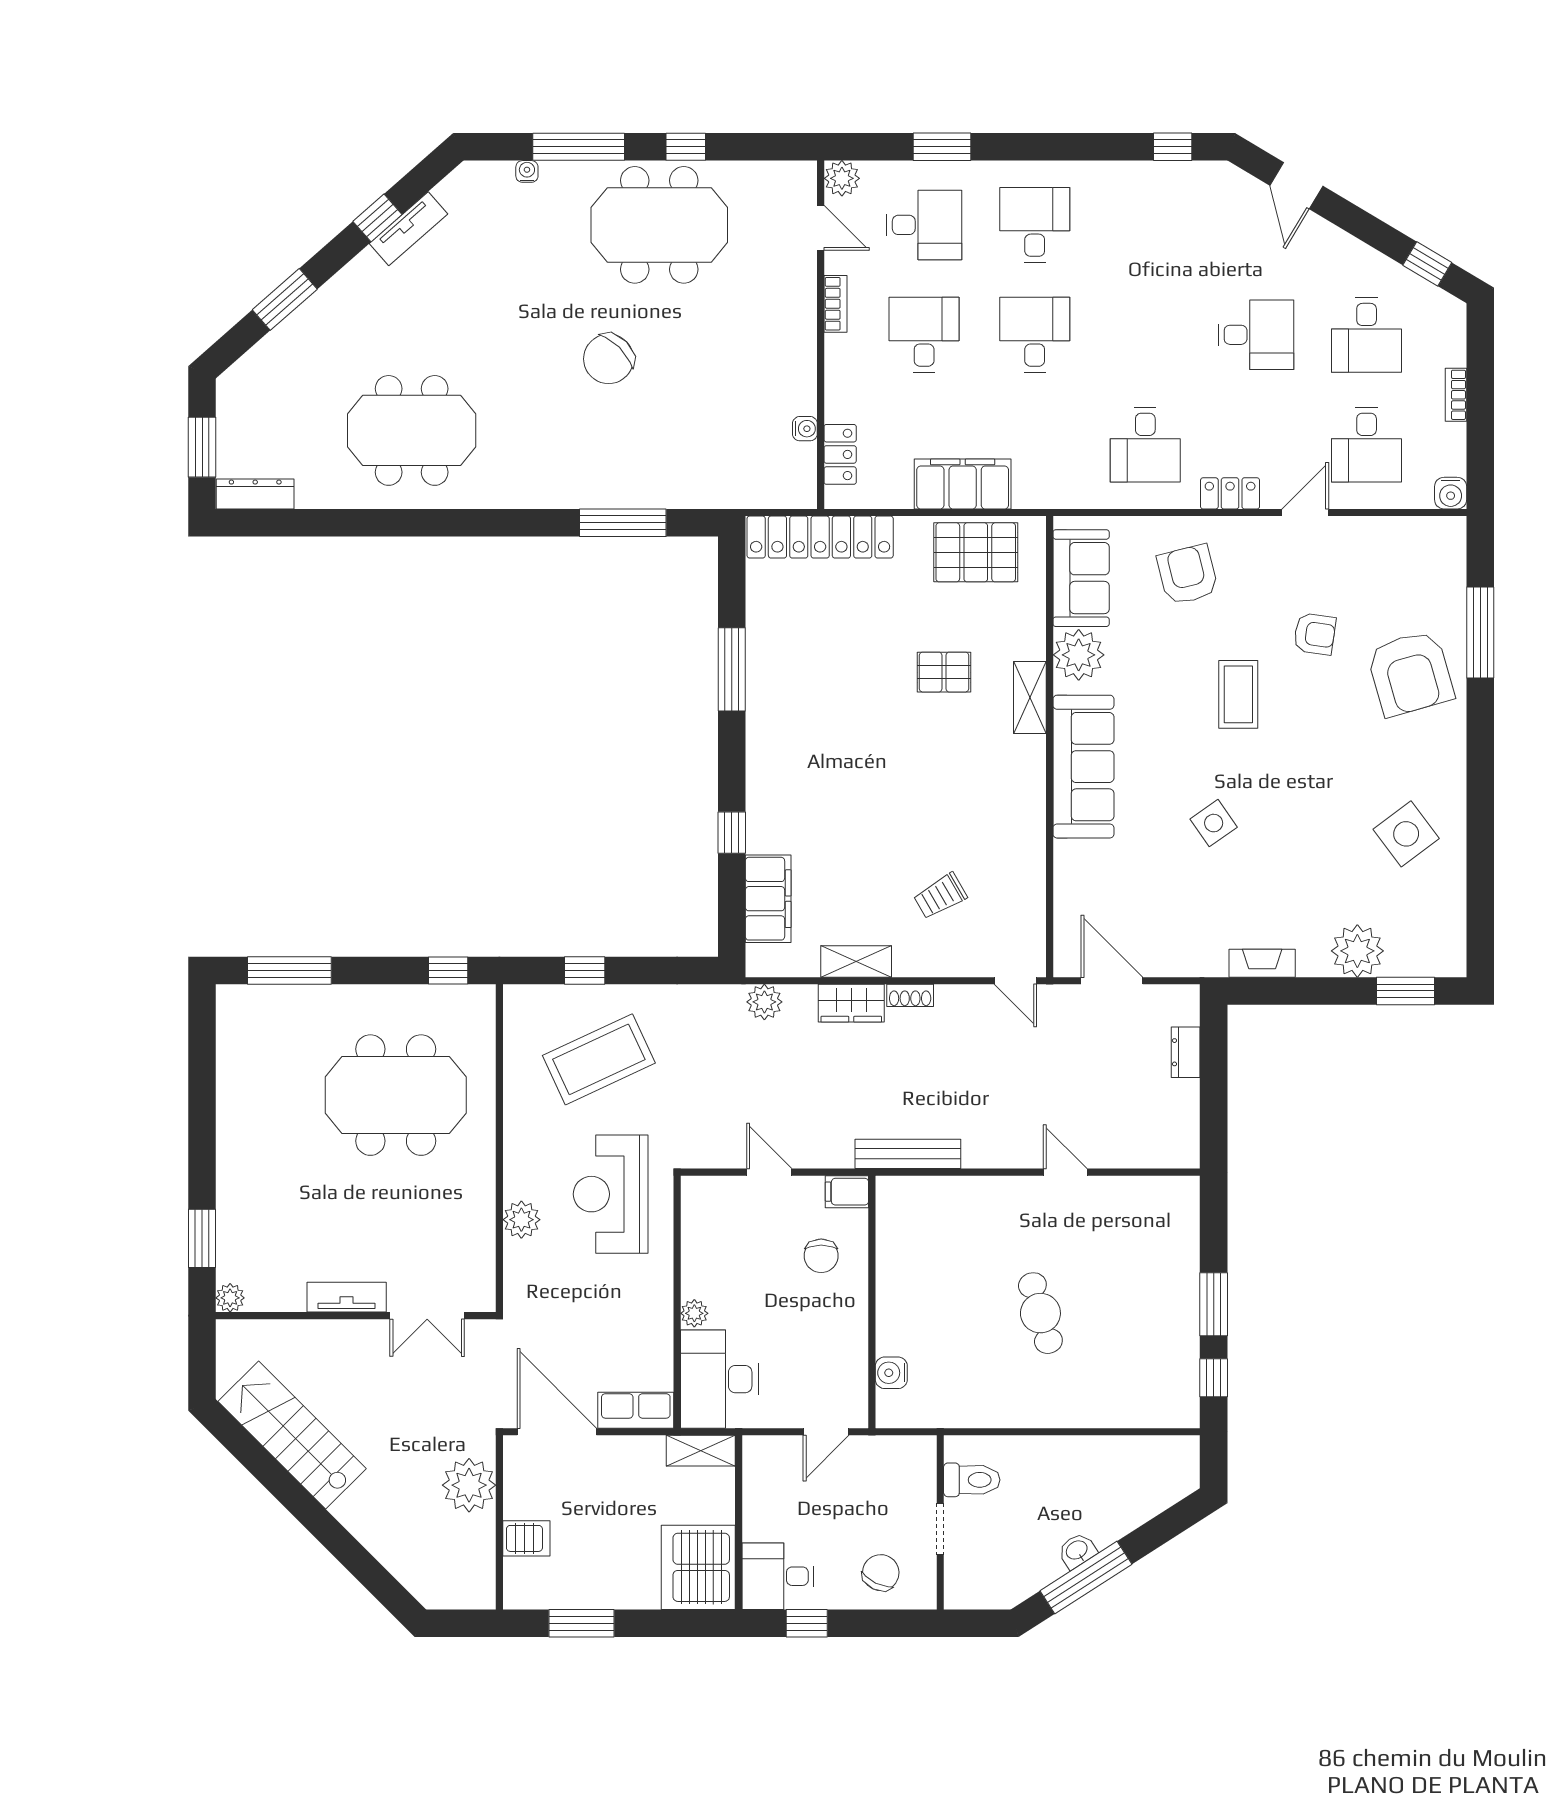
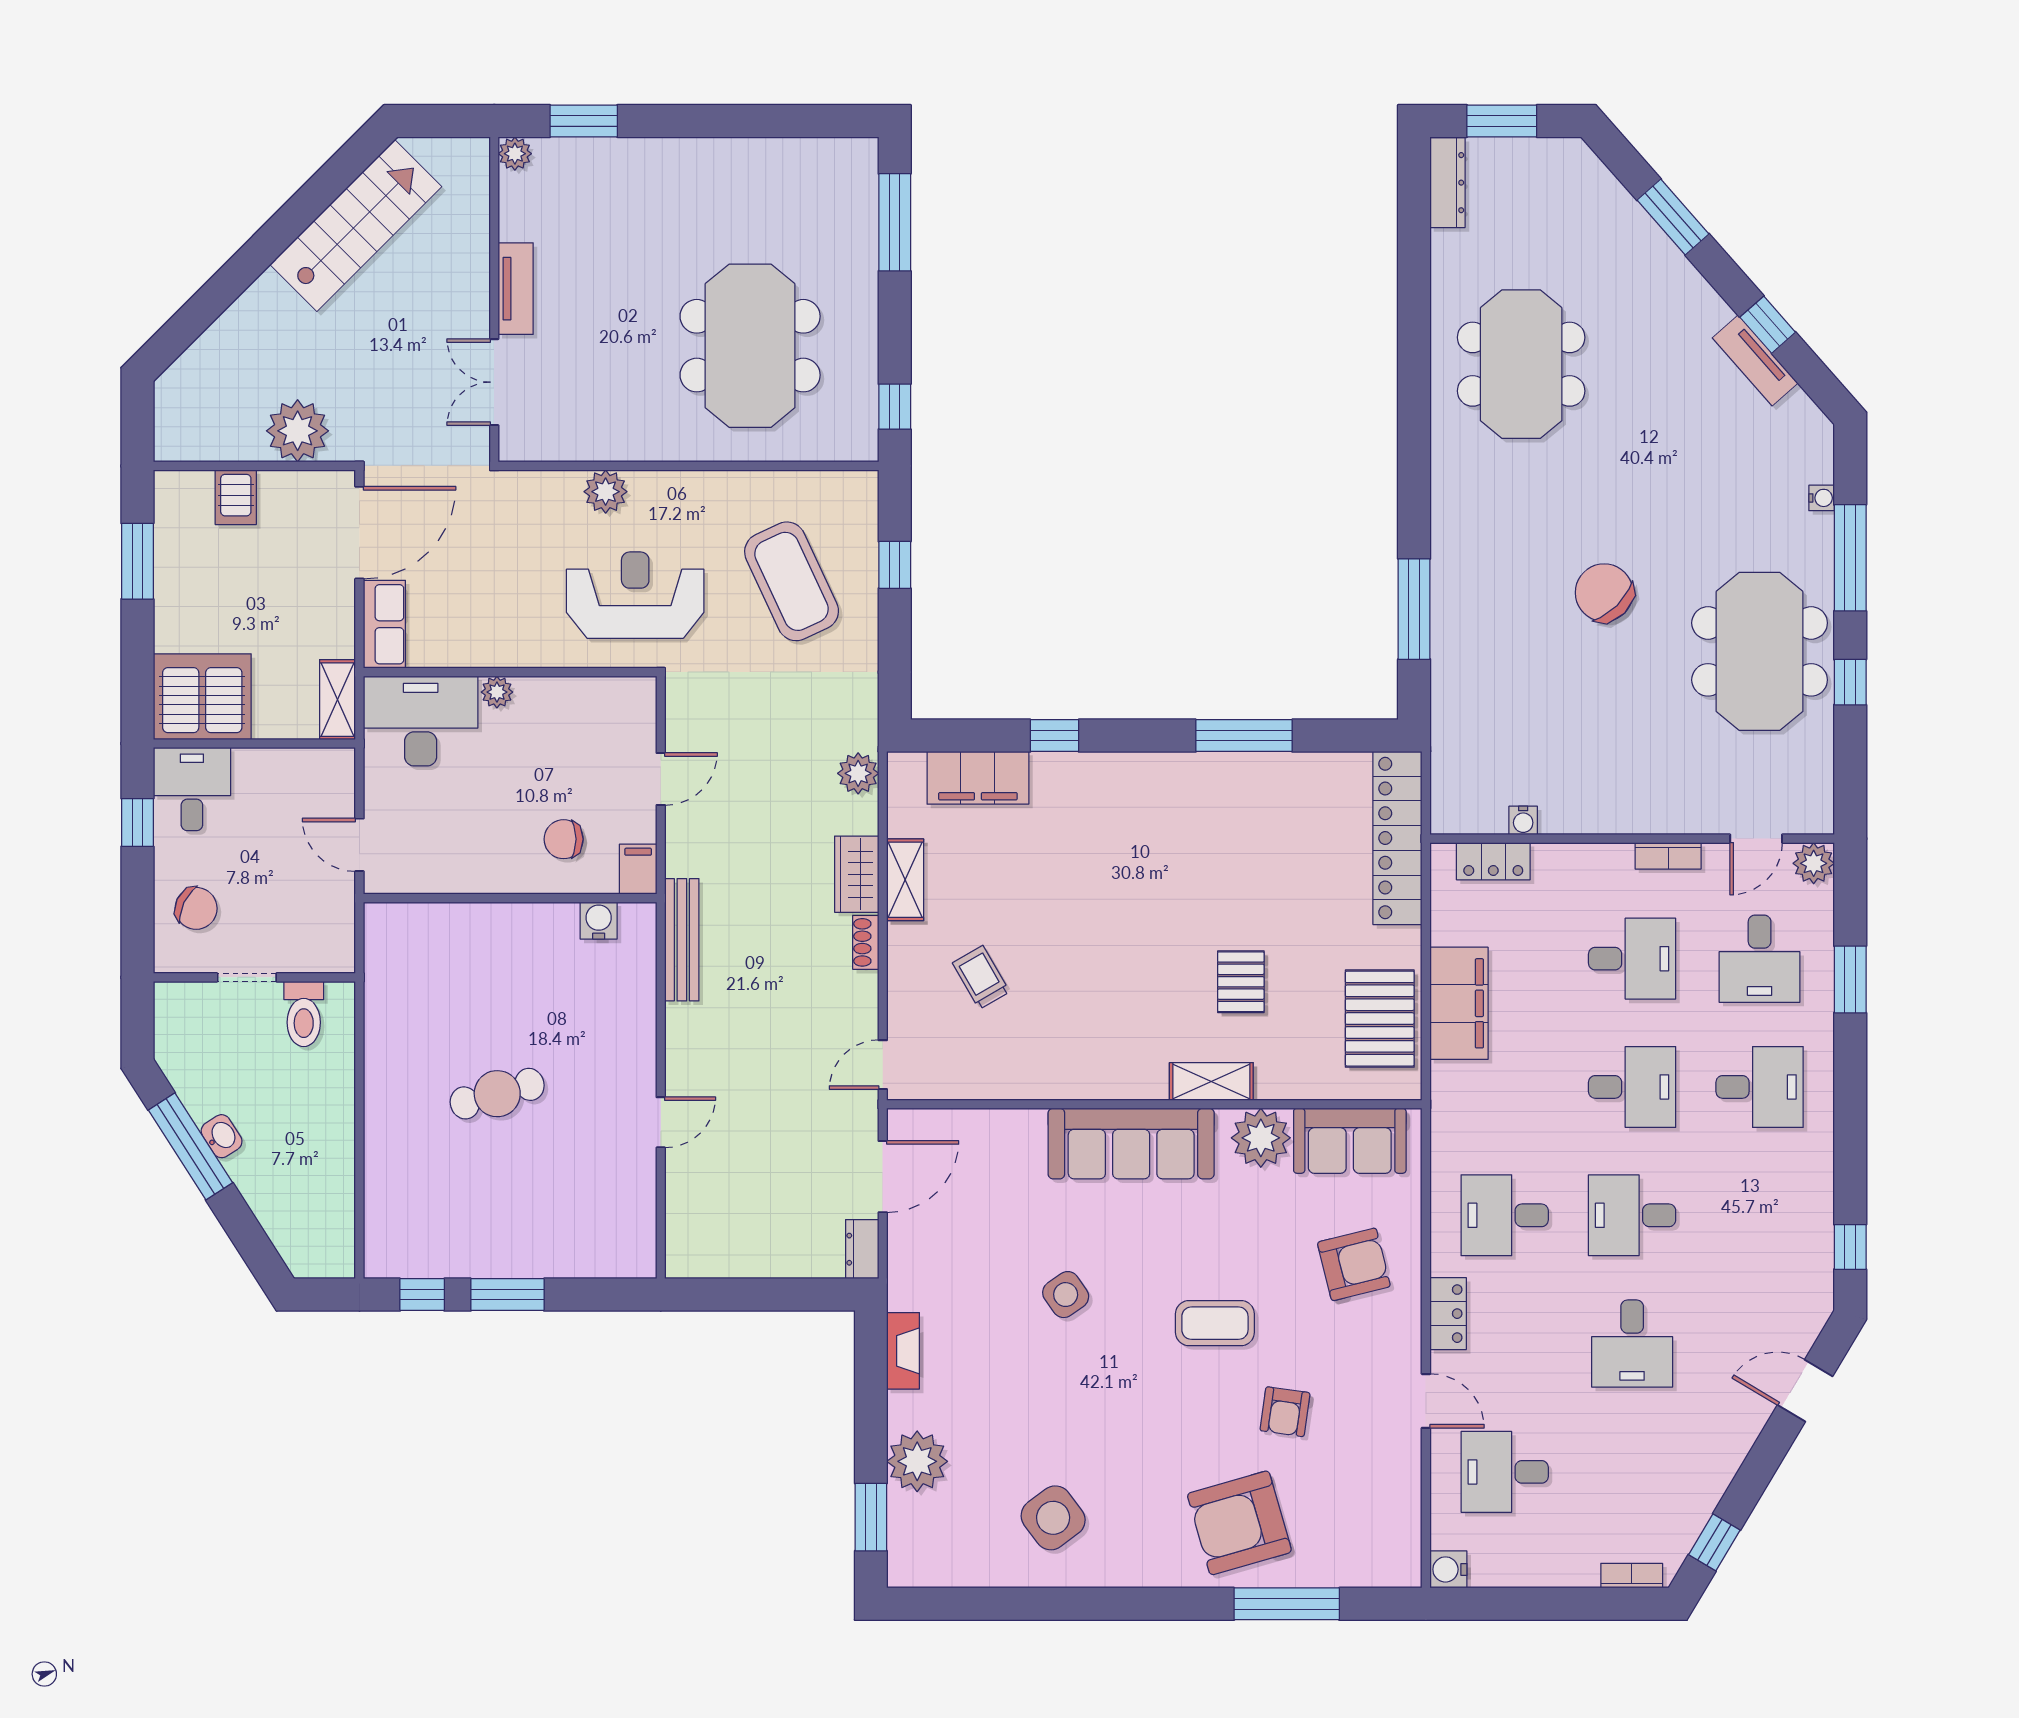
desk: (1367, 335) -> (1632, 1215), moved
bookcase: (1456, 395) -> (1632, 1576), moved
dresser: (1186, 1052) -> (862, 1249), moved, turned -90
water cooler: (891, 1373) -> (599, 921), moved

